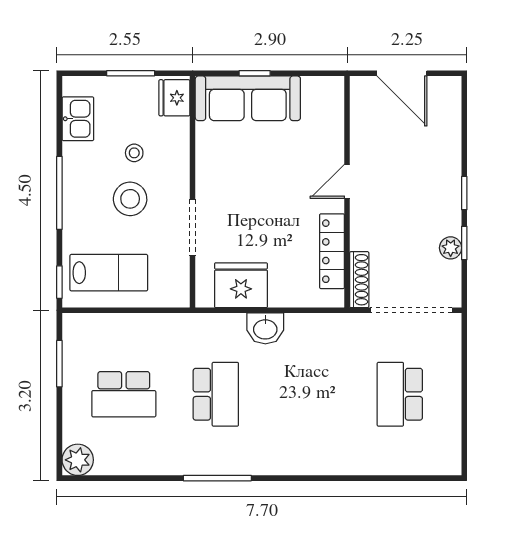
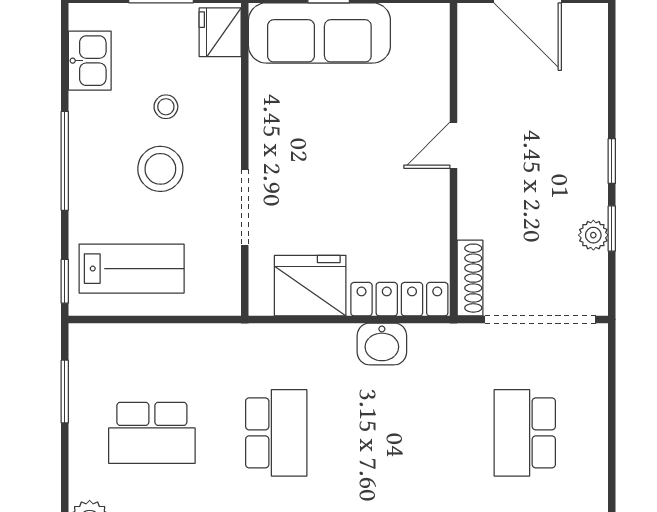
locker: (332, 251) -> (399, 299), moved, turned 90
washbasin: (265, 328) -> (382, 344), moved

